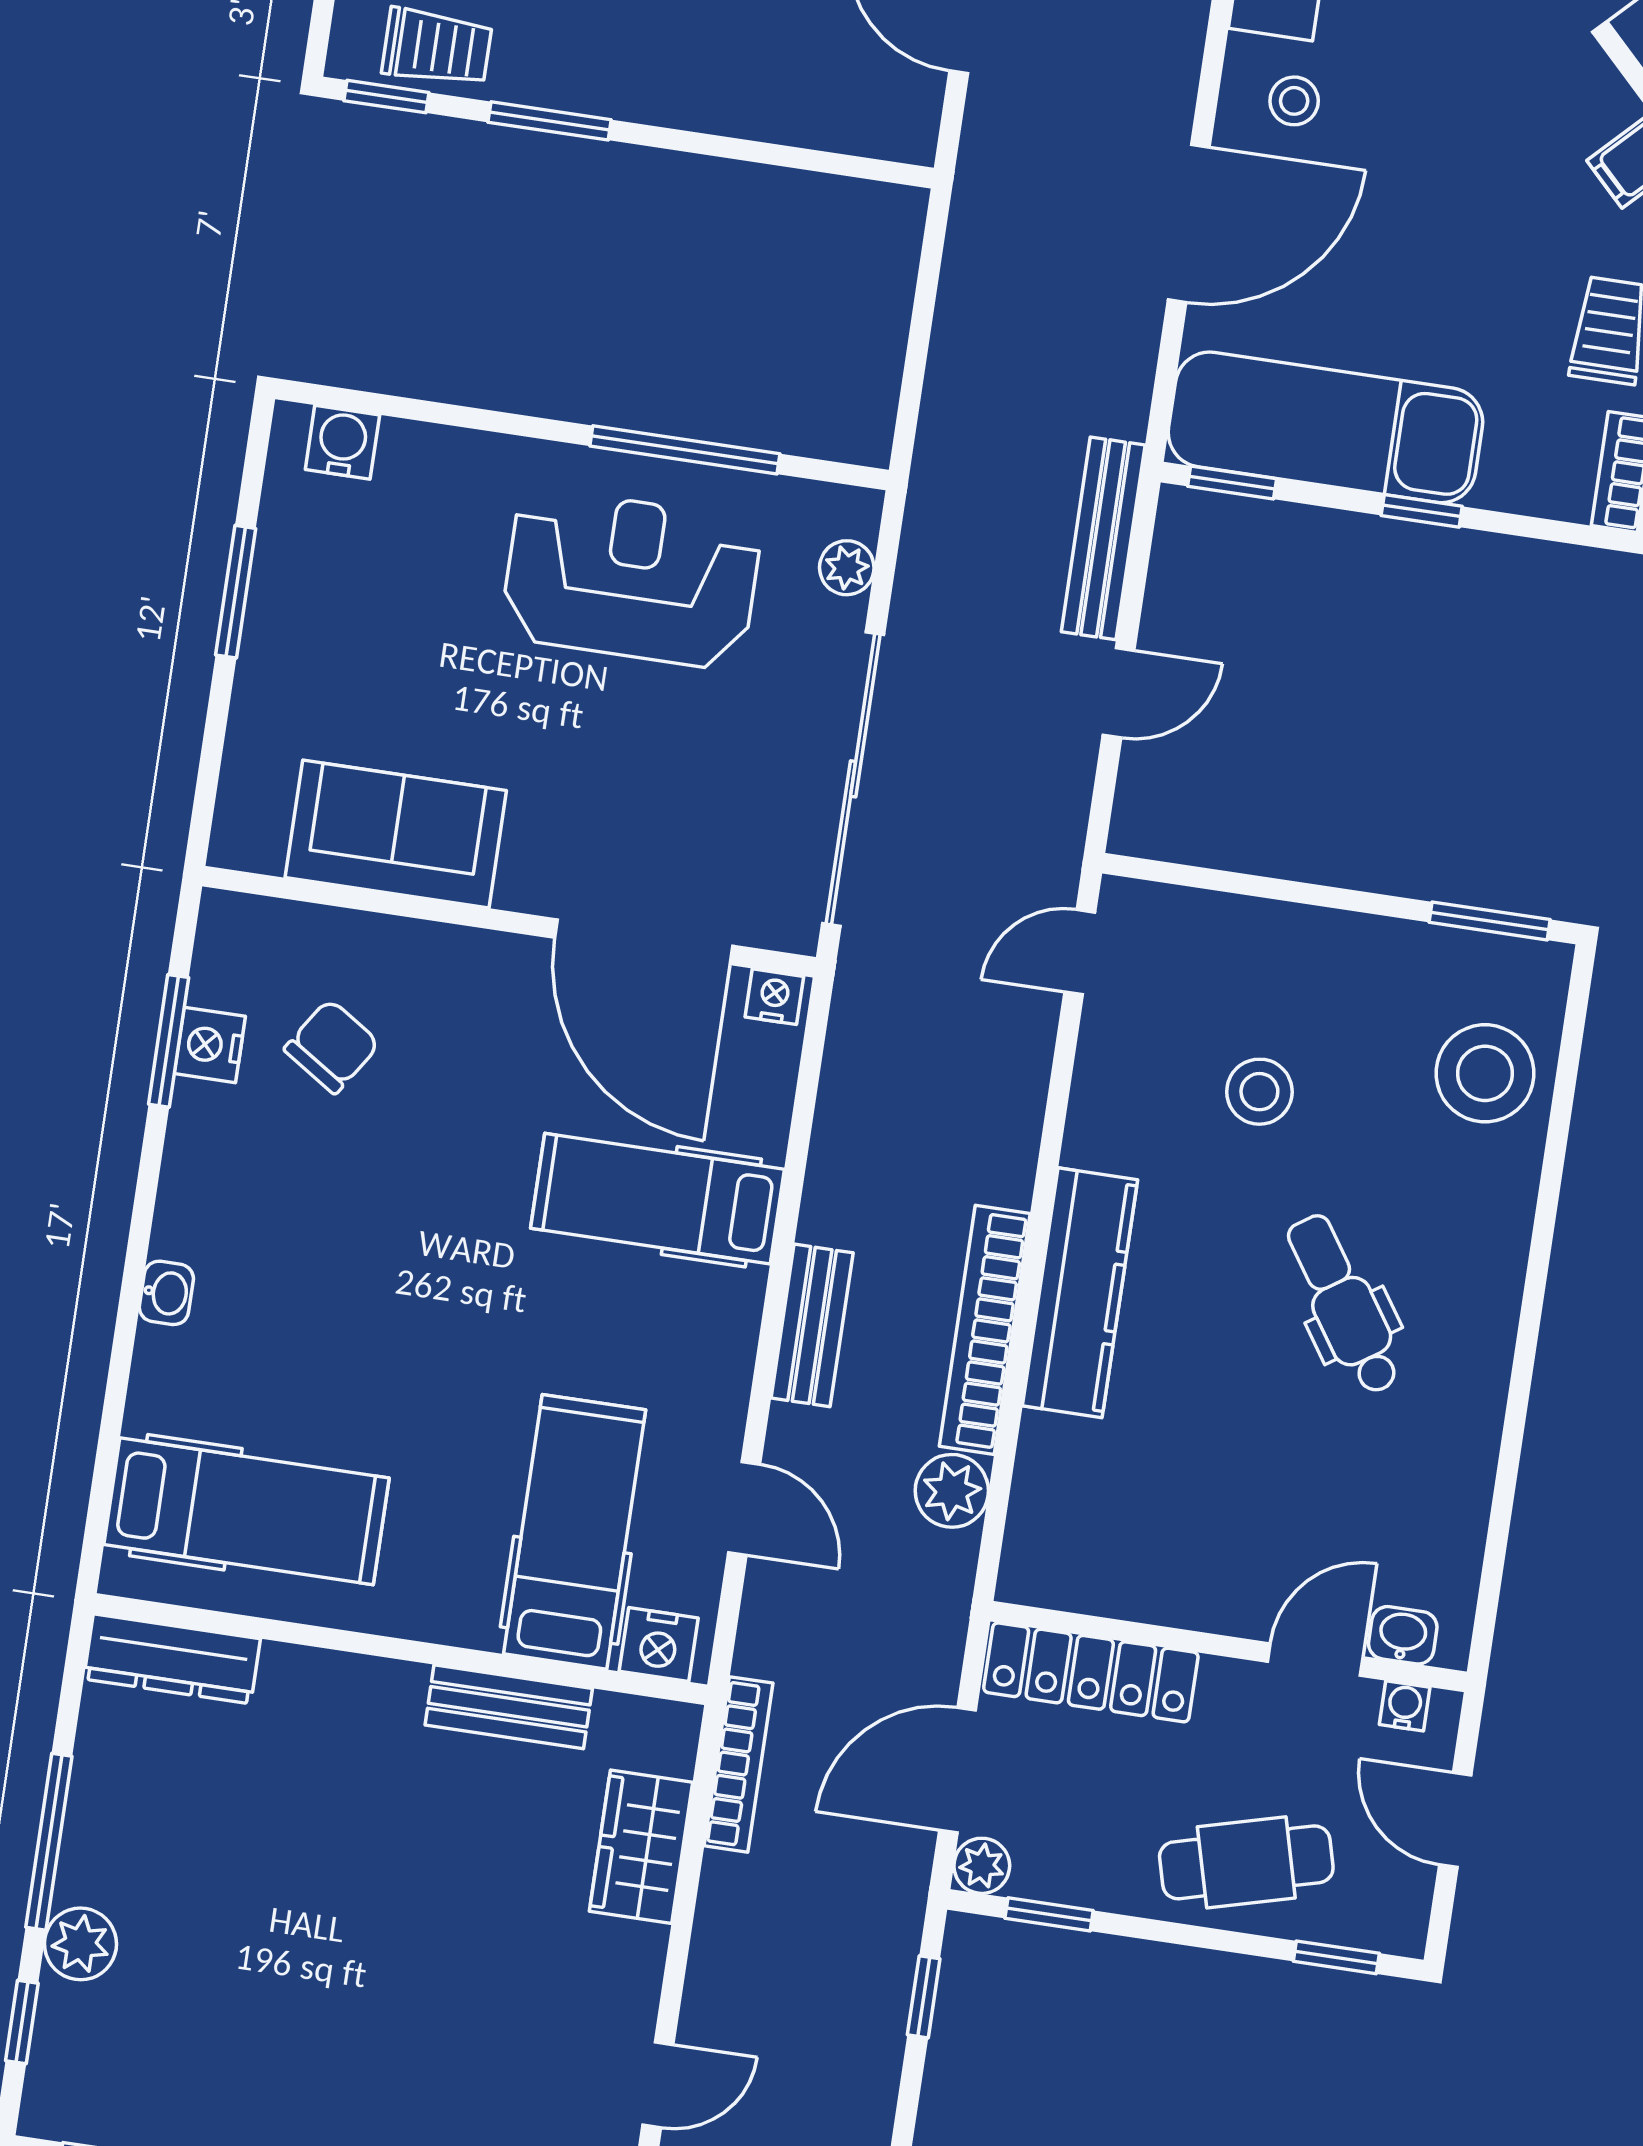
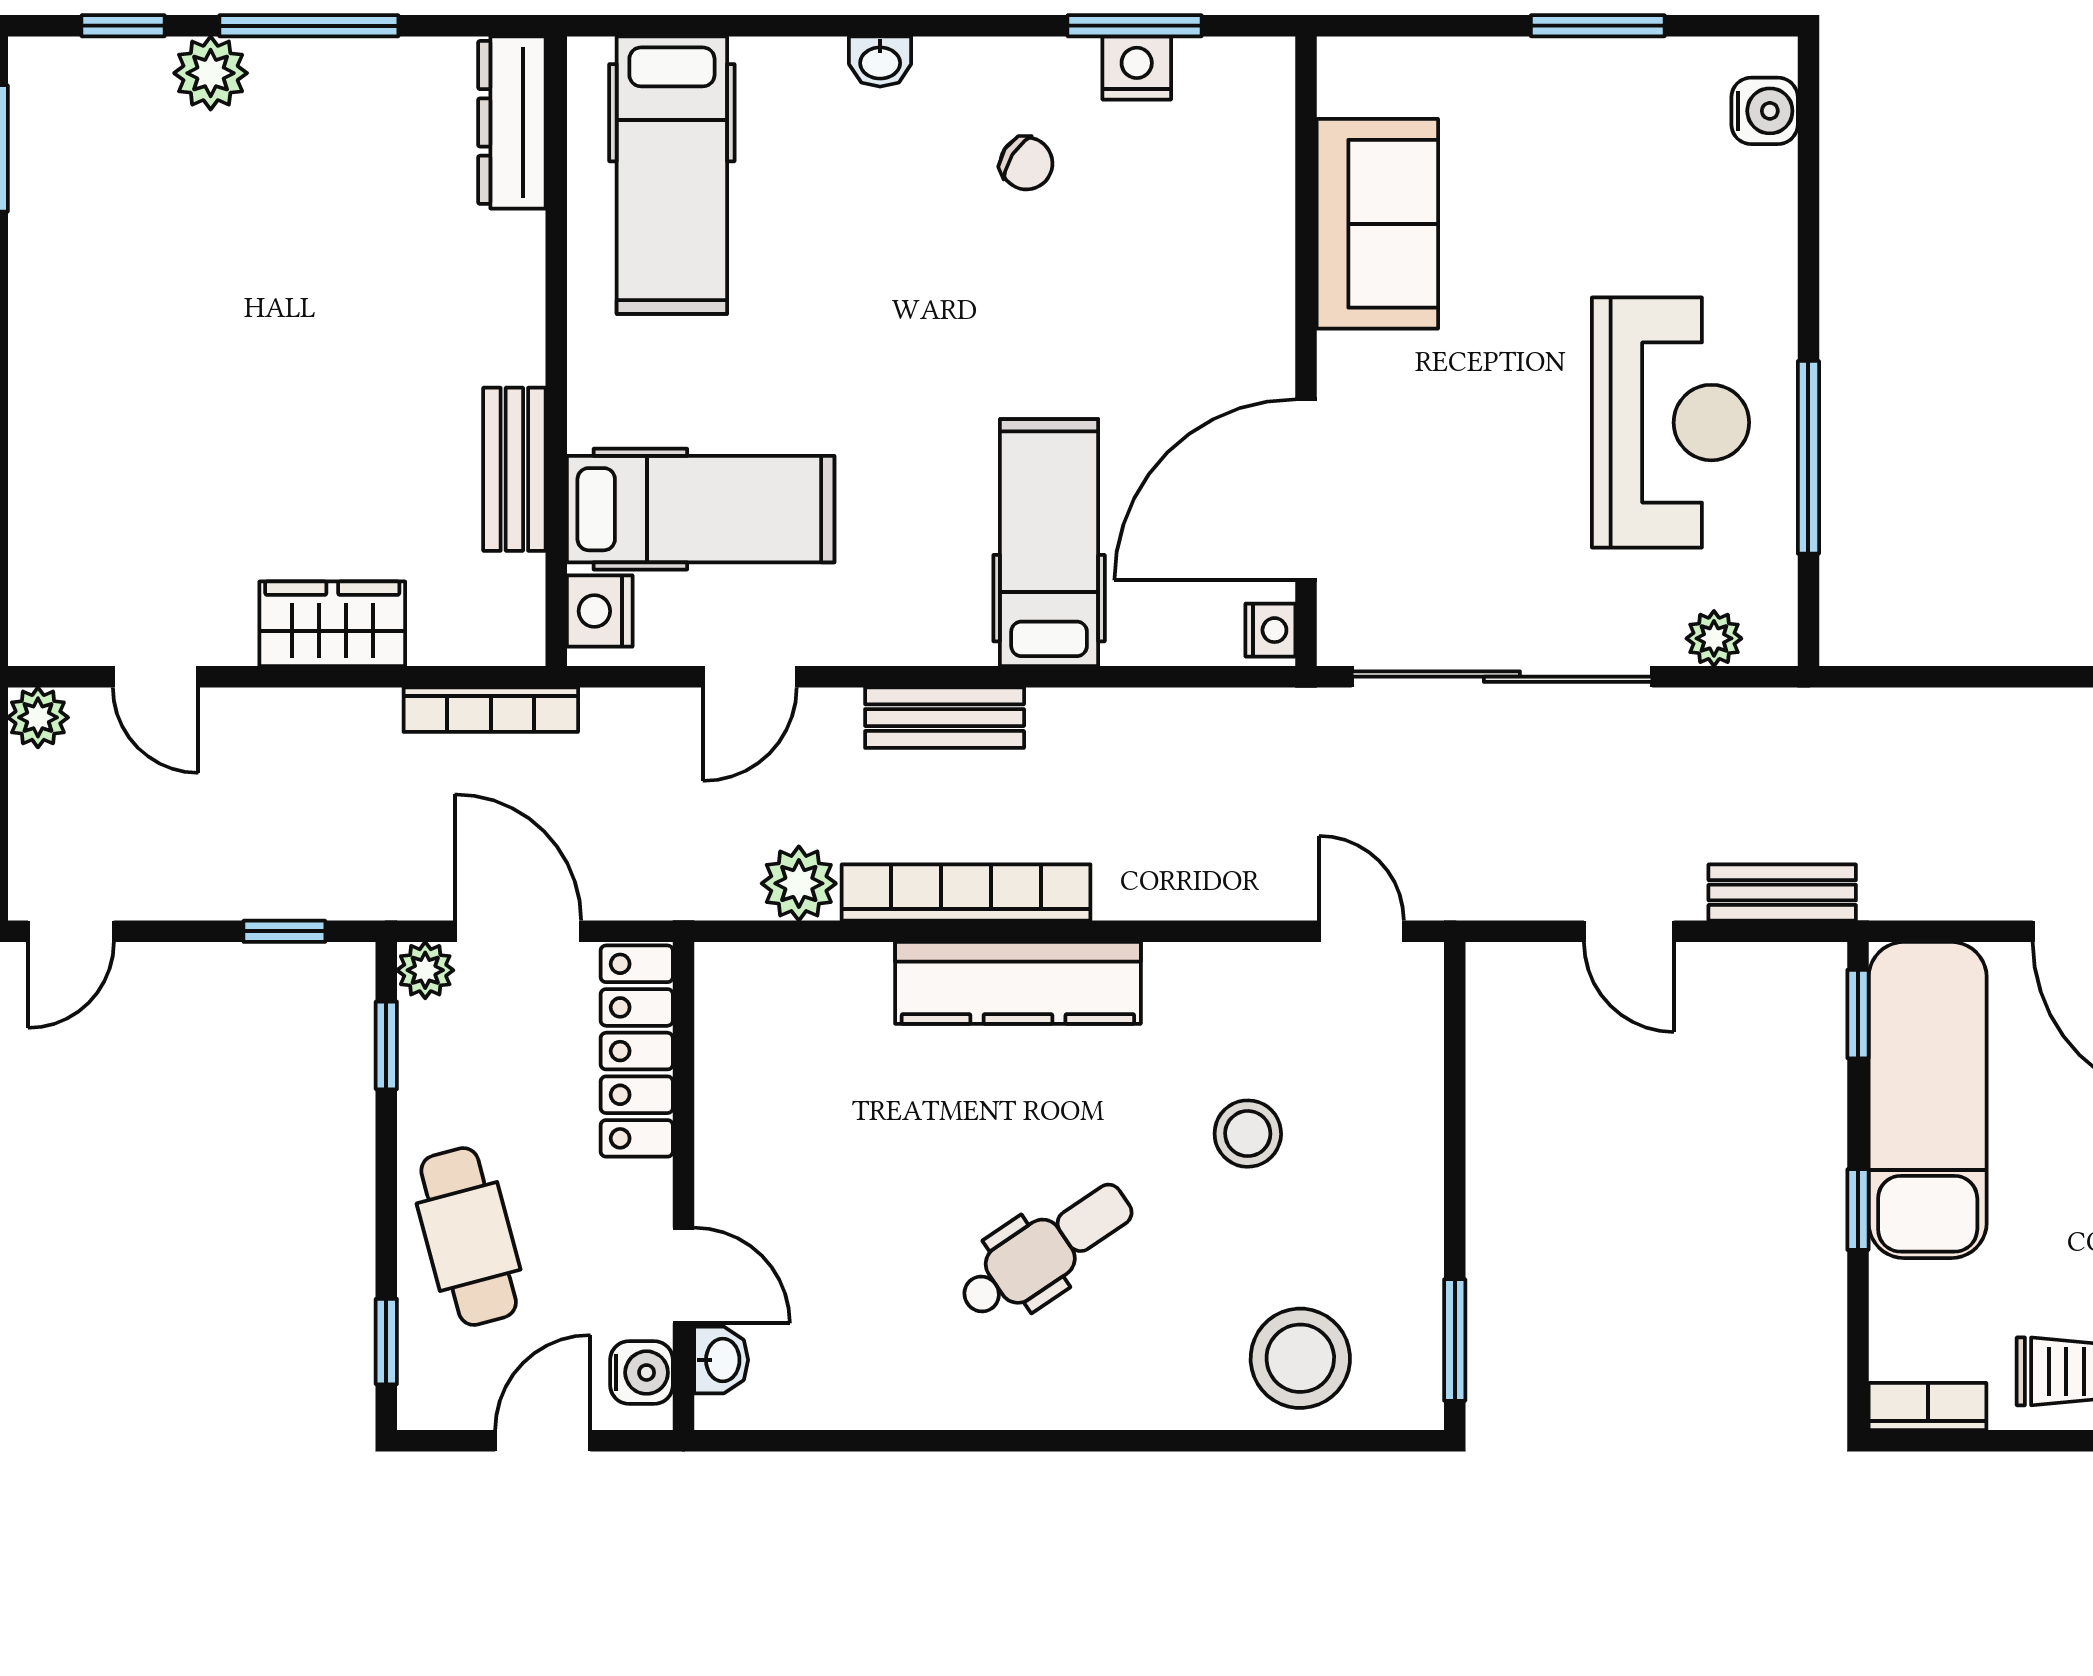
bench: (1103, 538) -> (1782, 893), width x0.73
chair: (332, 1046) -> (1026, 163), moved, width x0.73, depth x0.73
water cooler: (1405, 1706) -> (642, 1373), width x1.38, depth x1.38
wardrobe: (641, 1847) -> (332, 624), moved

